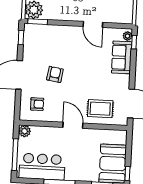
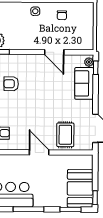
armchair: (55, 74) -> (11, 84), moved, turned -99
rug: (100, 109) -> (65, 135), turned 90

